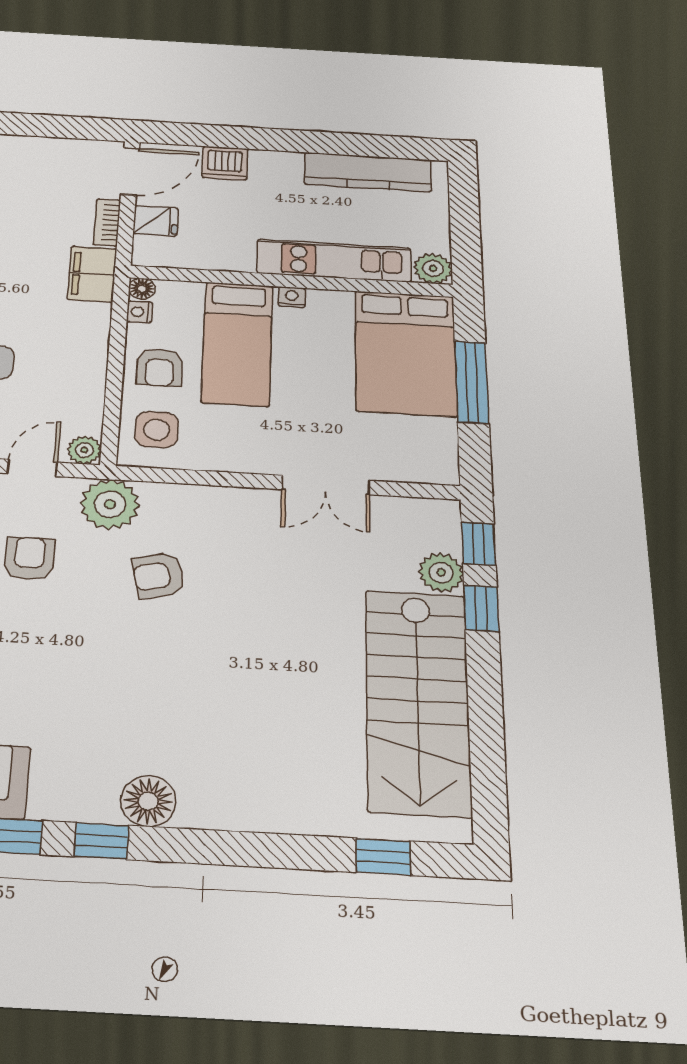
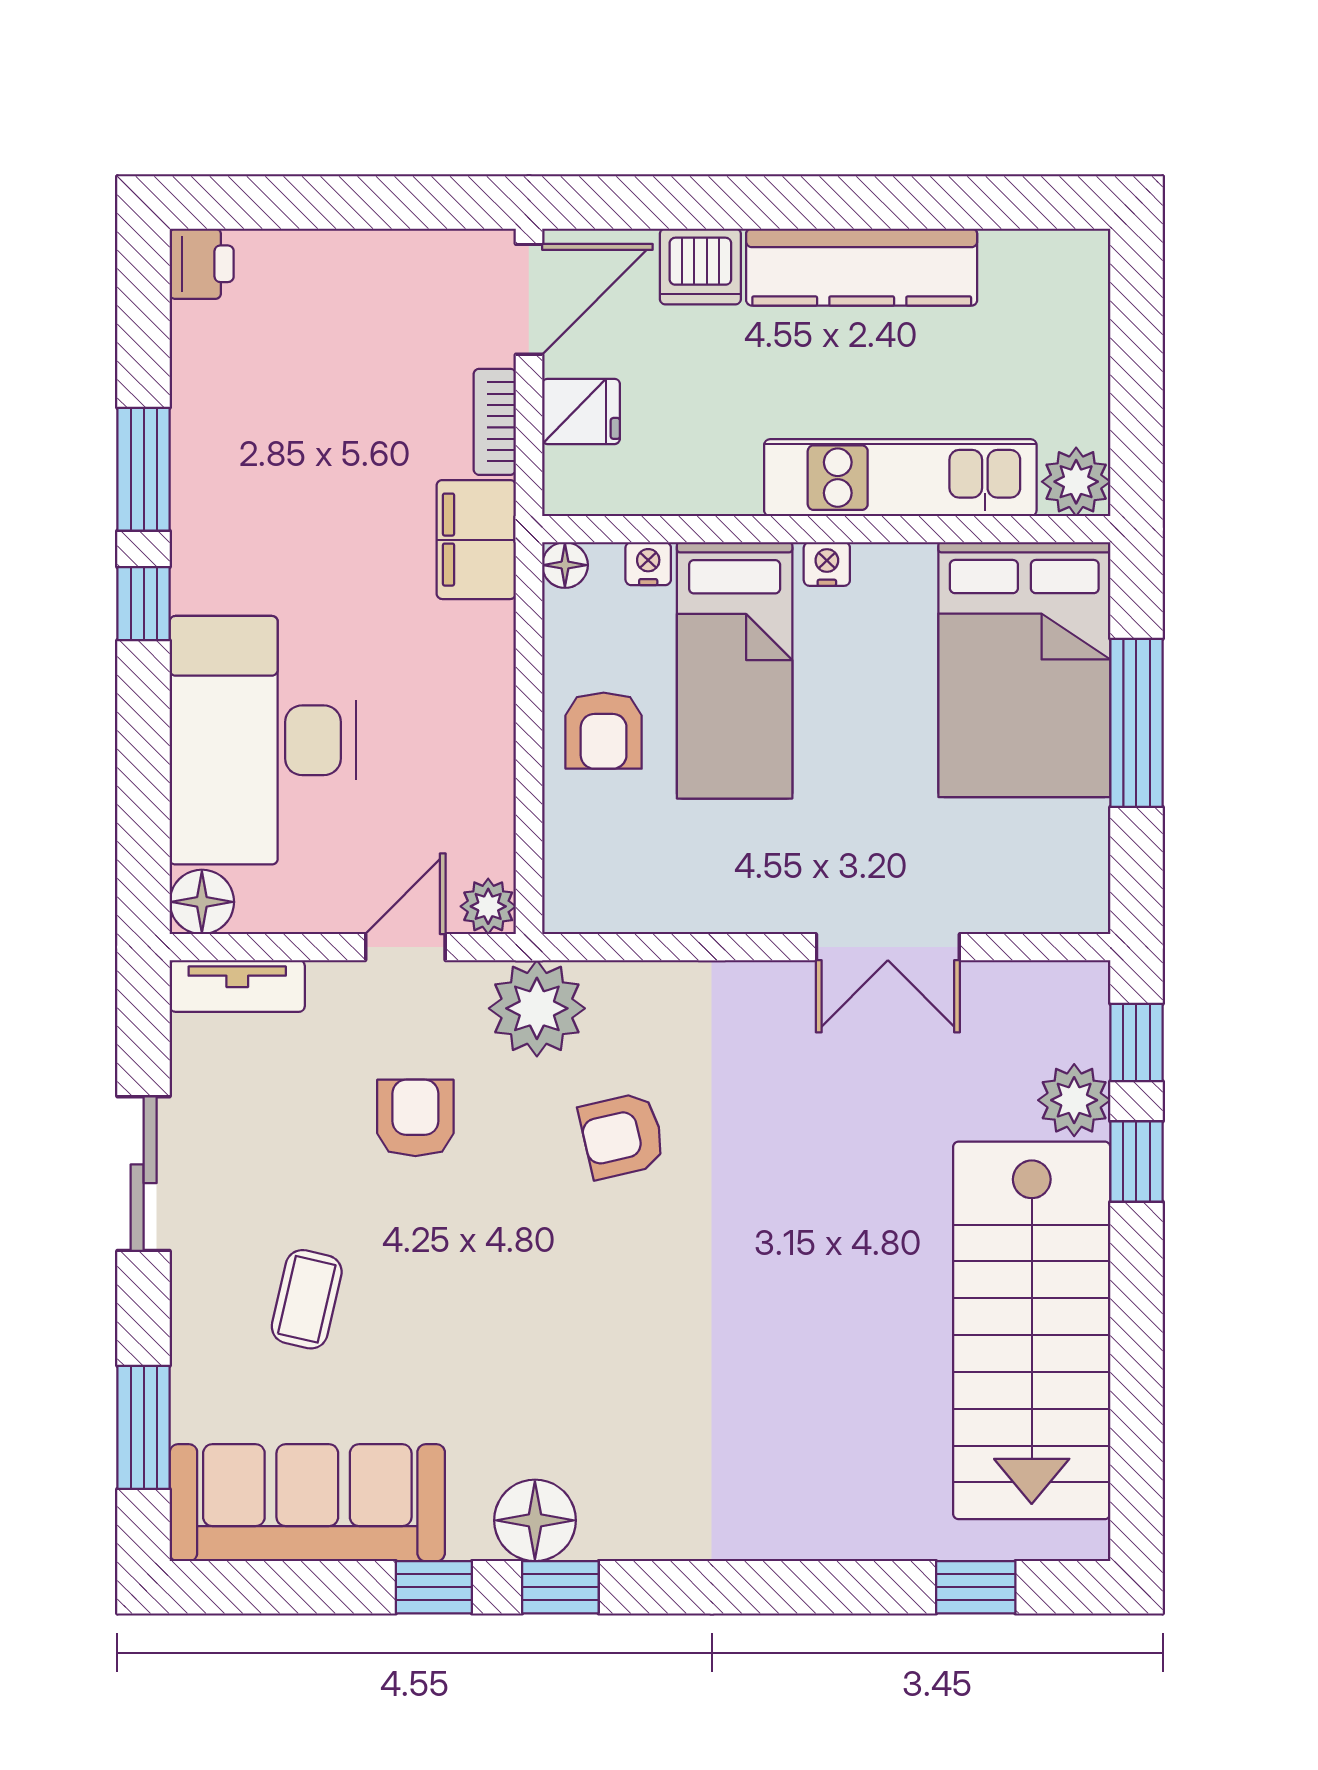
kitchen counter: (368, 172) -> (862, 267), moved
nightstand: (140, 312) -> (648, 564), moved, turned 90
side table: (157, 430) -> (605, 858), removed
floor lamp: (148, 801) -> (535, 1520), moved

